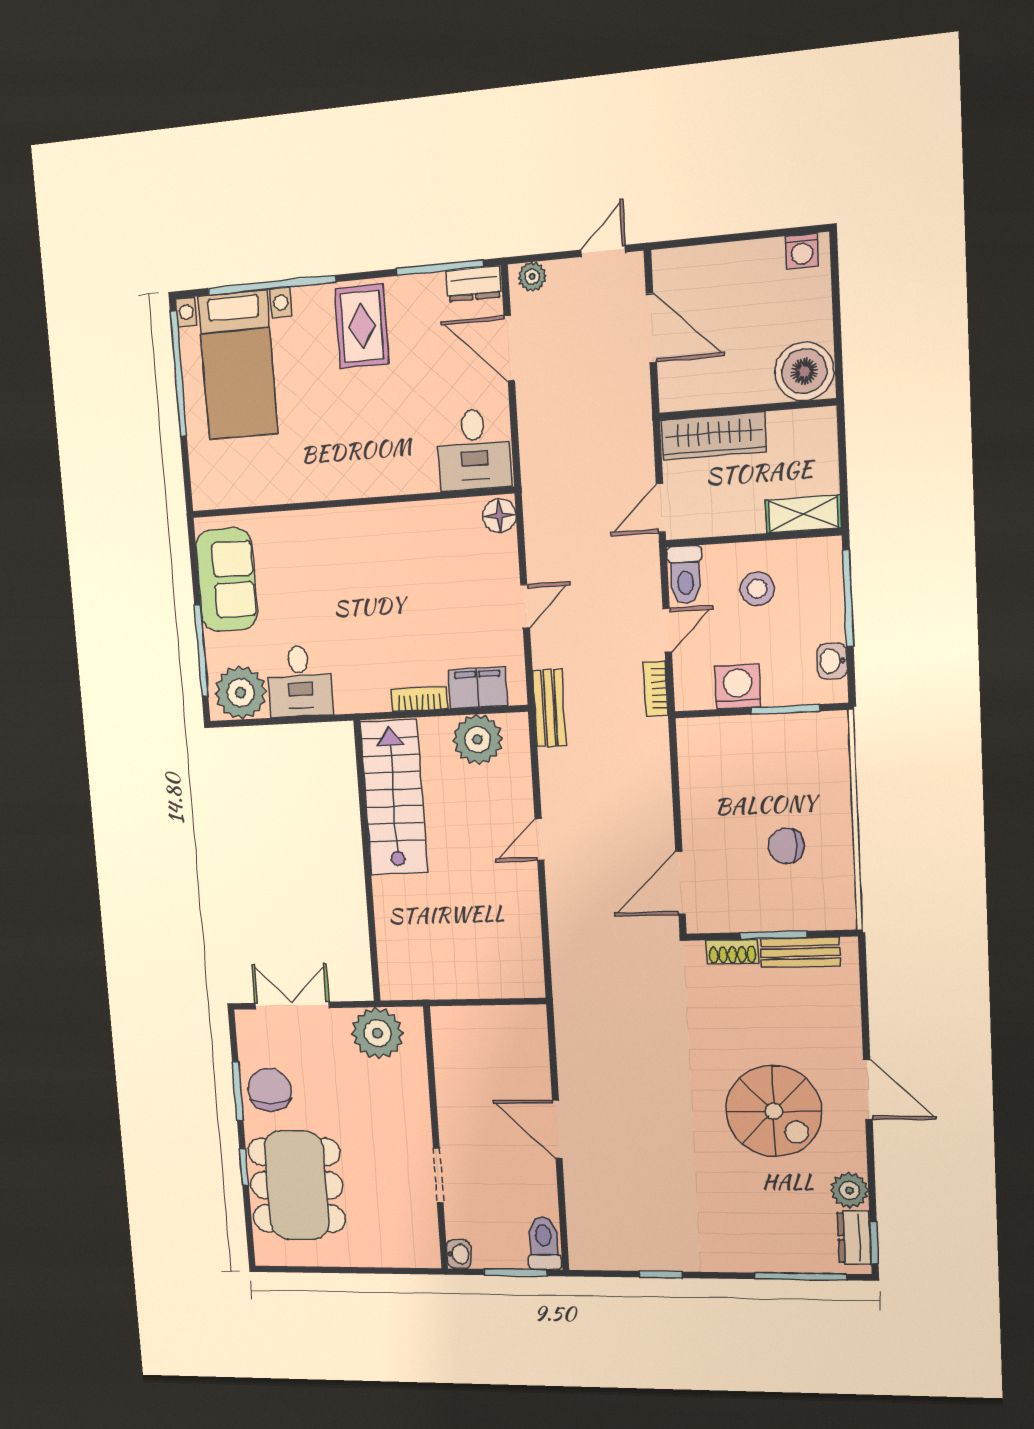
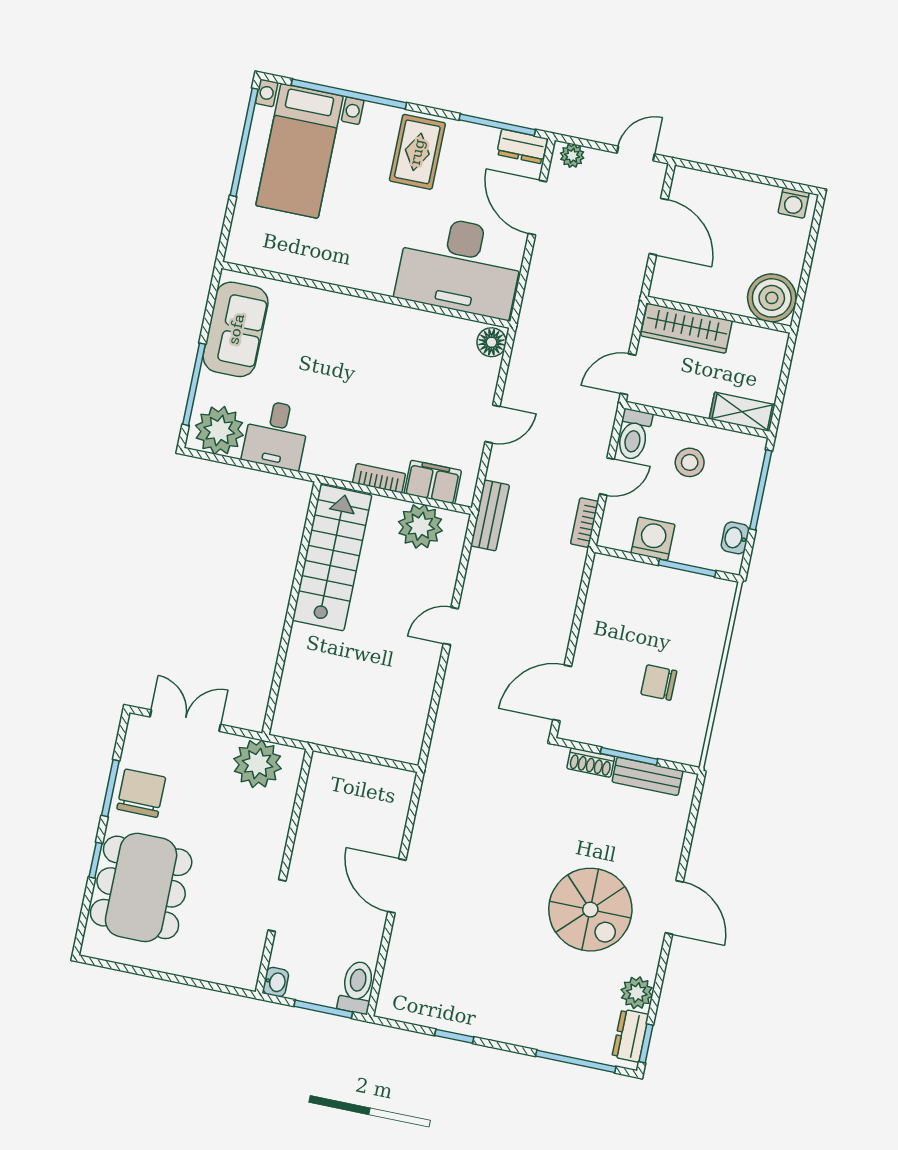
desk: (474, 450) -> (460, 266), width x1.87, depth x1.30

